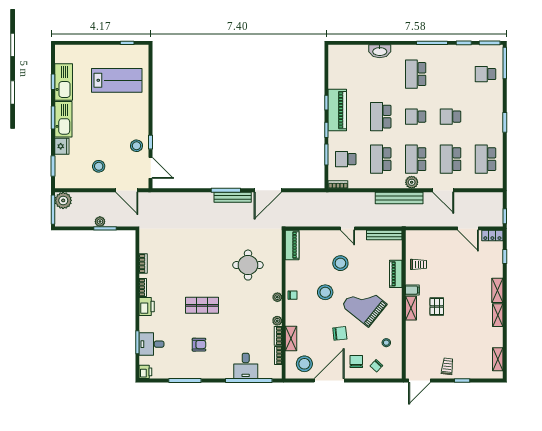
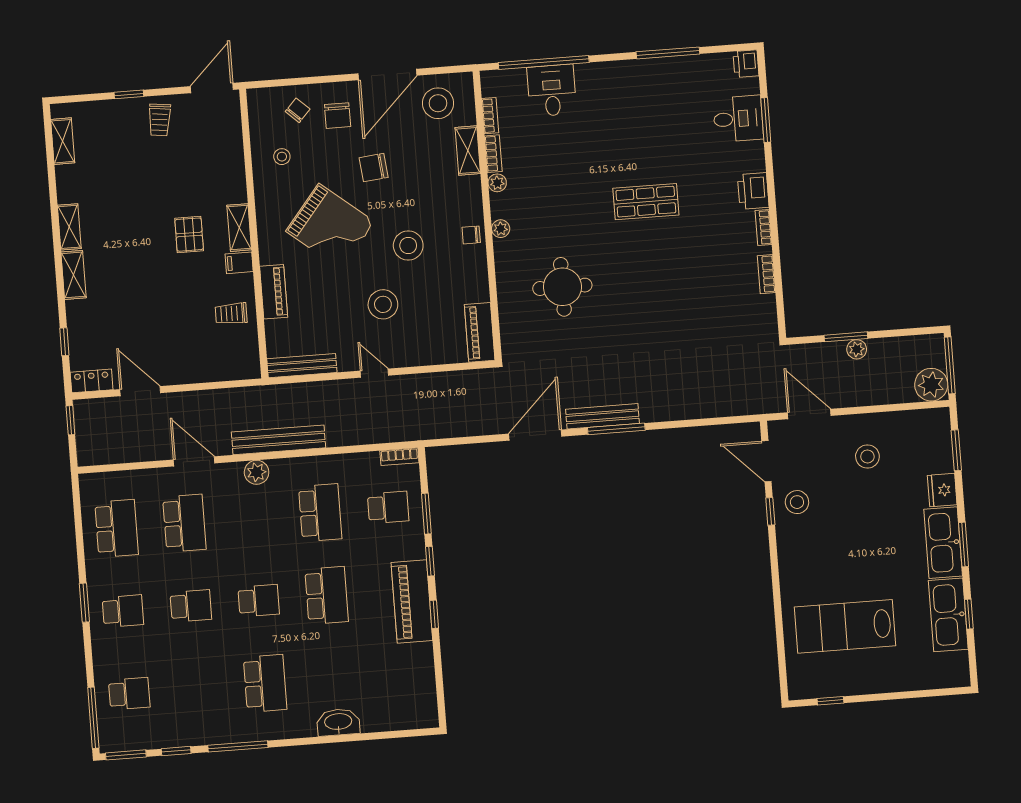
school desk: (416, 159) -> (123, 611), moved, width x0.54
armchair: (199, 345) -> (646, 125), removed

